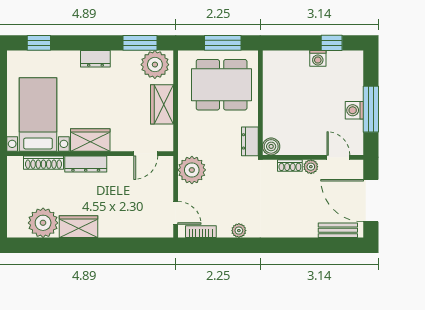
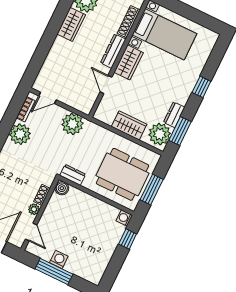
window: (39, 43) -> (201, 87), moved
window: (332, 43) -> (128, 239), moved
washing machine: (318, 58) -> (124, 218), moved
dresser: (95, 59) -> (174, 115), moved
dining table: (222, 85) -> (122, 174), turned 90
door: (146, 154) -> (106, 85), moved
door: (338, 157) -> (31, 232), hinge flipped
plant: (239, 231) -> (20, 134), width x1.88, depth x1.88

